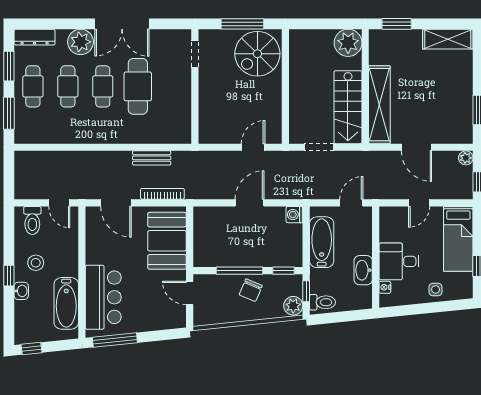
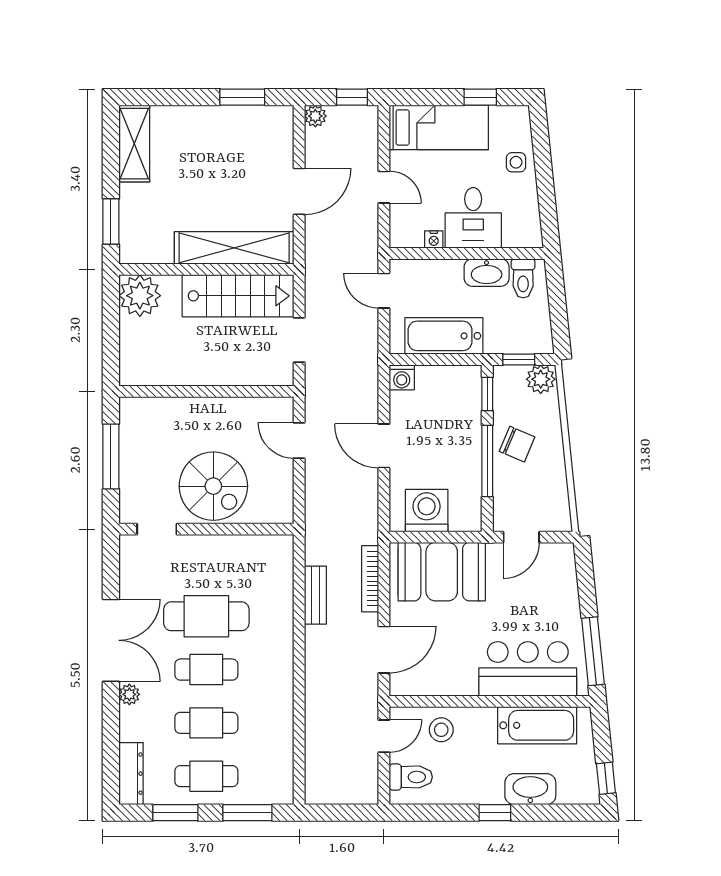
plant: (81, 42) -> (129, 694), width x0.53, depth x0.53
spiral stairs: (257, 54) -> (213, 486), moved
washing machine: (207, 231) -> (427, 511), added
stool: (36, 263) -> (441, 730), moved
nightstand: (385, 287) -> (434, 240), moved
washbasin: (21, 291) -> (530, 789), width x1.91, depth x1.45
toilet: (322, 302) -> (523, 278), moved, turned 180

